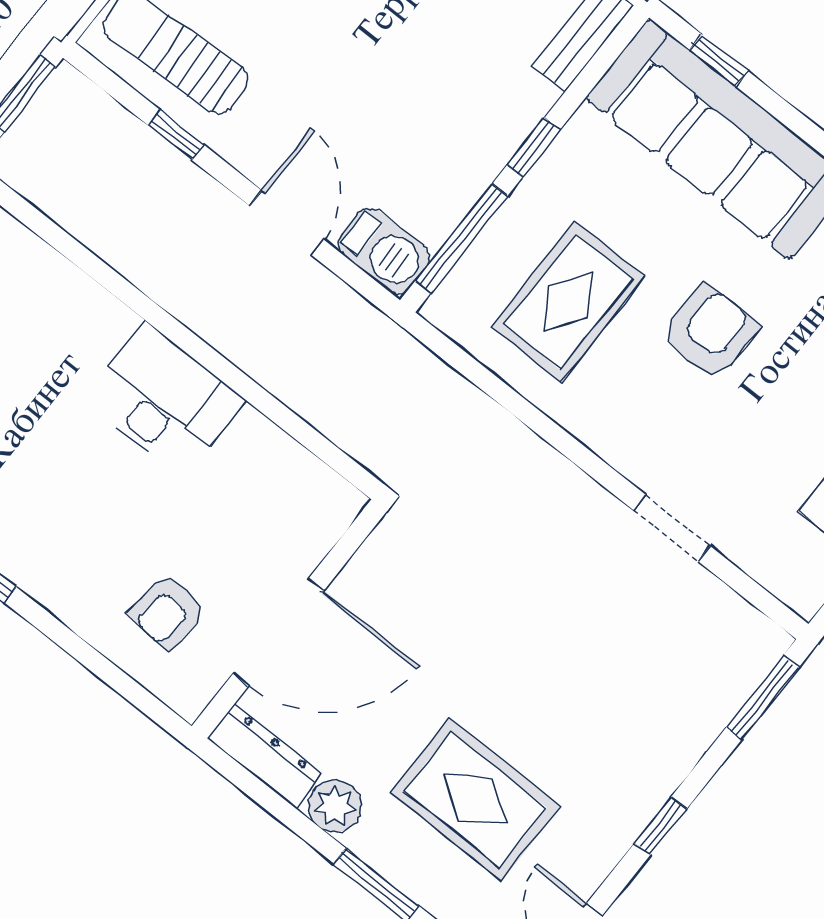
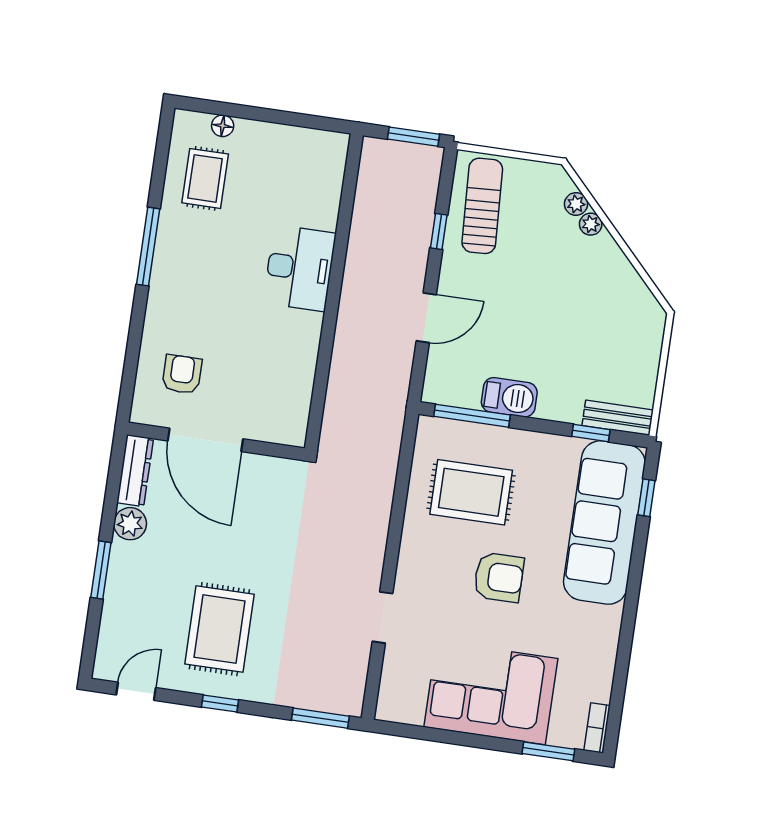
window: (533, 147) -> (591, 433), moved
barbecue: (384, 251) -> (509, 397), moved, turned -90
desk: (164, 400) -> (300, 268), moved
armchair: (168, 612) -> (182, 374), turned 85
rug: (475, 800) -> (220, 629), moved

